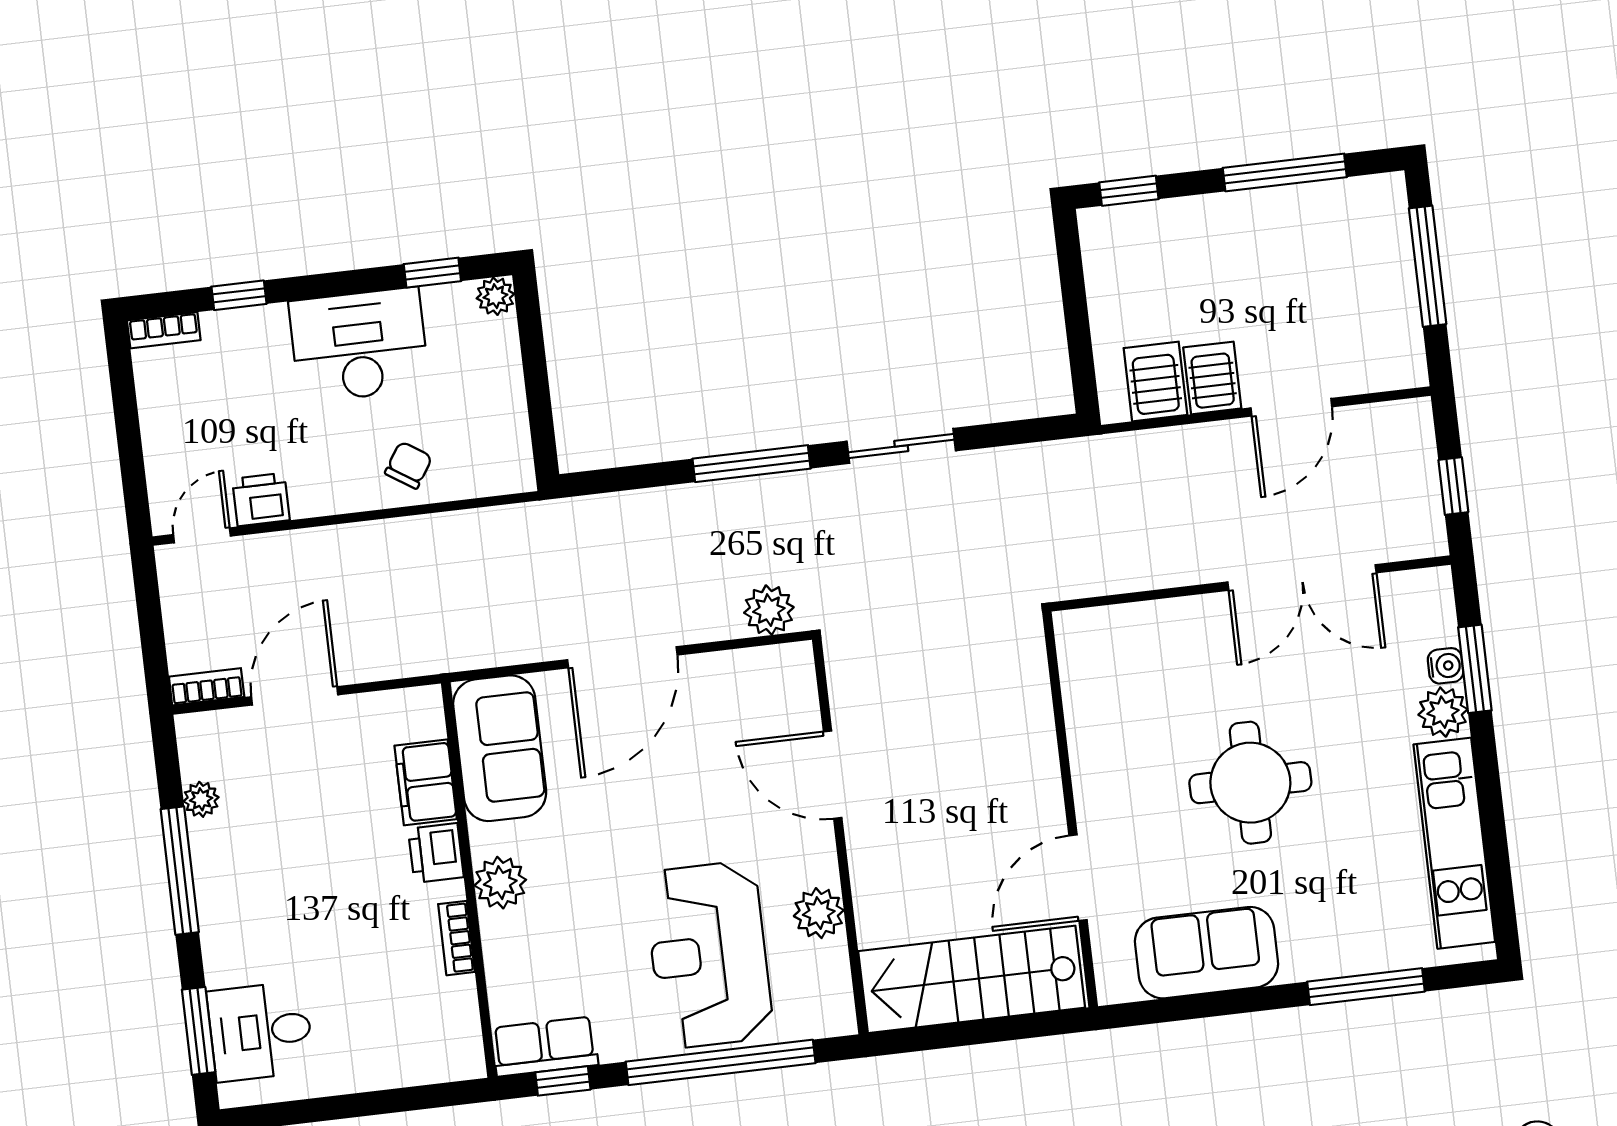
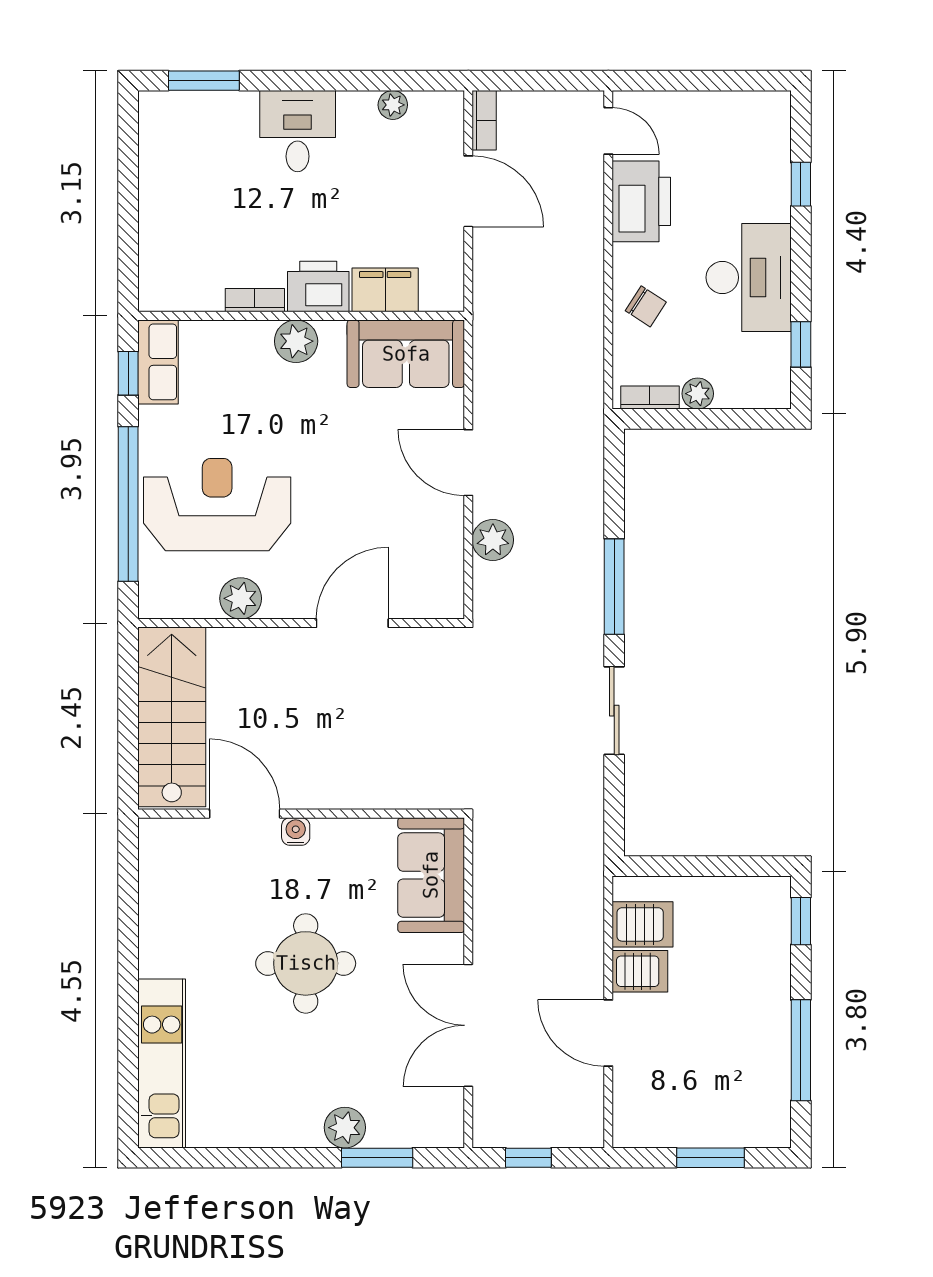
window: (1428, 266) -> (711, 1158), width x0.69
plant: (495, 296) -> (698, 394), moved
bookcase: (164, 330) -> (650, 398), moved, turned 90
printer: (261, 500) -> (641, 201), width x1.87, depth x1.48
plant: (769, 610) -> (493, 540), moved
door: (622, 657) -> (468, 463), width x0.73
water cooler: (1446, 666) -> (296, 831), moved, turned 180
kitchen unit: (1454, 843) -> (162, 1063), moved, turned 90
printer: (436, 853) -> (318, 287), width x1.36, depth x1.24
window: (180, 871) -> (337, 81), removed
sofa: (1206, 953) -> (431, 875), moved, turned 180
window: (1366, 987) -> (128, 1038), removed
desk: (260, 1031) -> (298, 131), moved

